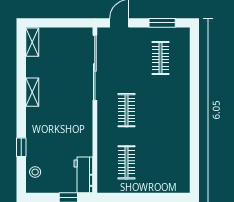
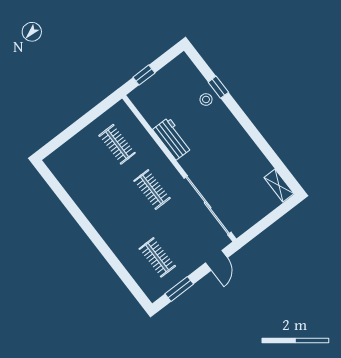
shelving: (32, 92) -> (246, 142), removed
stool: (35, 172) -> (206, 99), moved
workbench: (83, 175) -> (172, 139), moved

